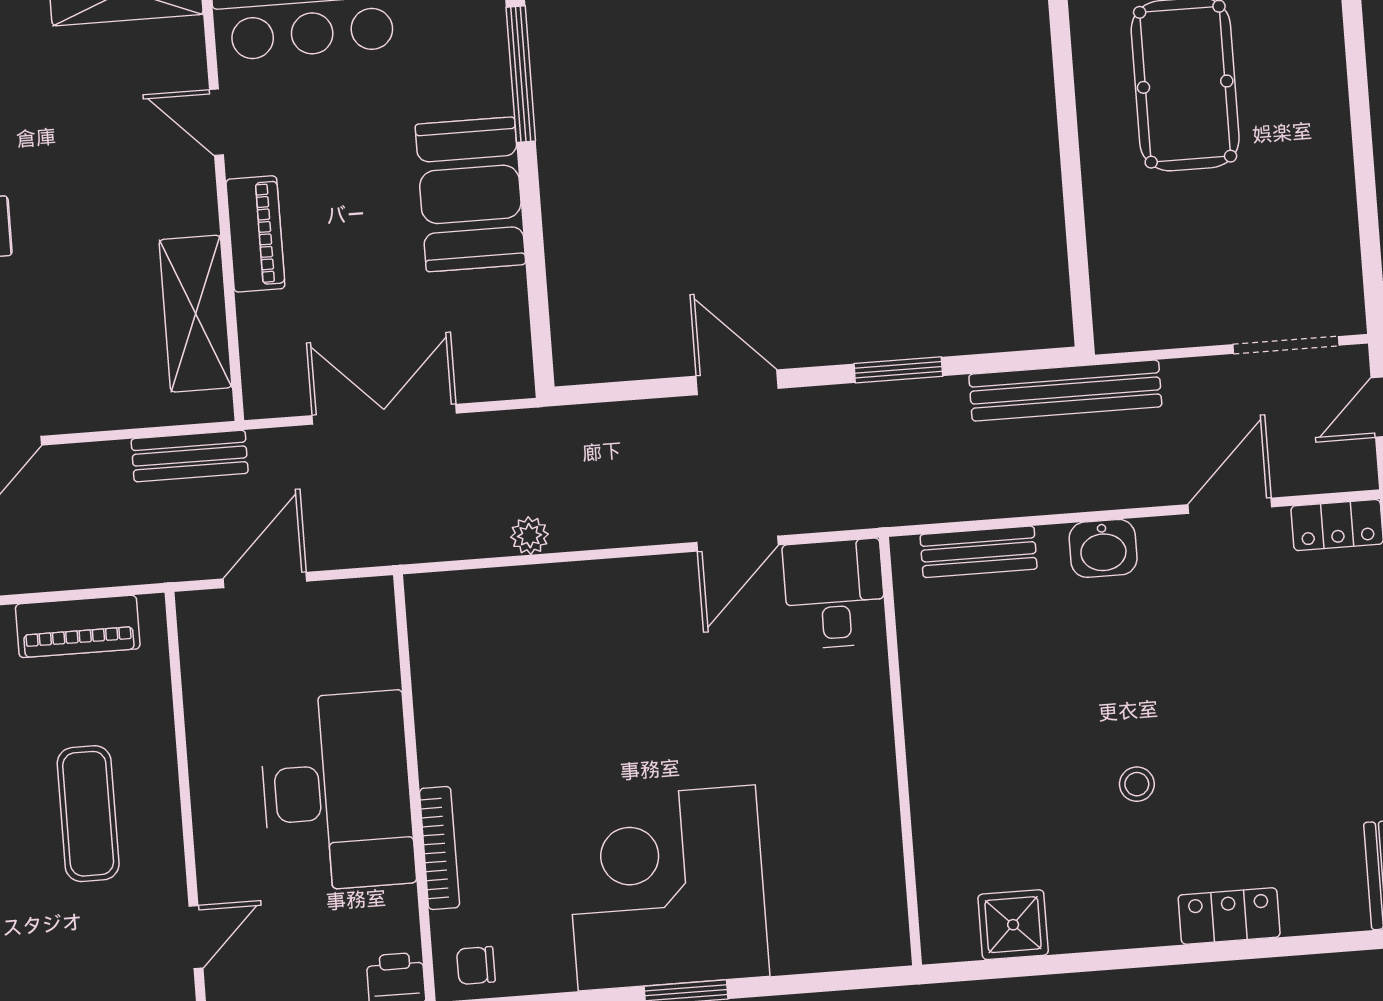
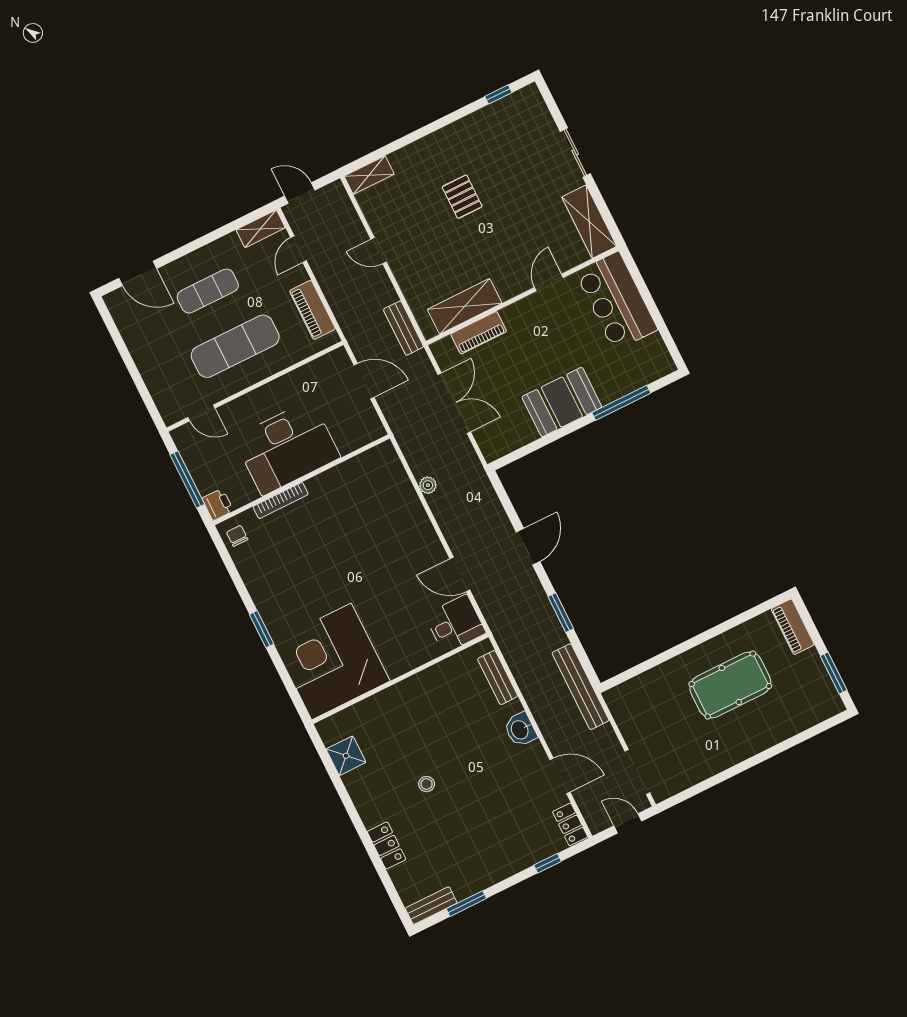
piano: (255, 234) -> (479, 333), moved
exercise mat: (88, 814) -> (235, 346), width x1.36, depth x1.45
corner desk: (667, 888) -> (331, 661), moved, turned -90

